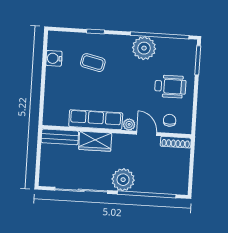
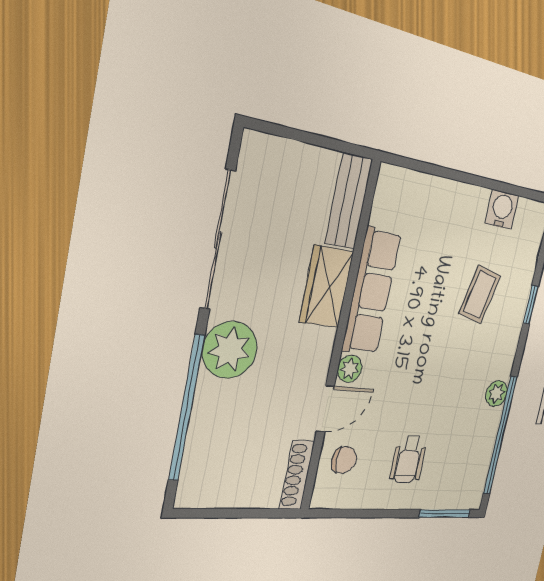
plant: (144, 48) -> (497, 393), width x0.53, depth x0.53
wheelchair: (170, 86) -> (408, 460), width x0.73, depth x0.73

